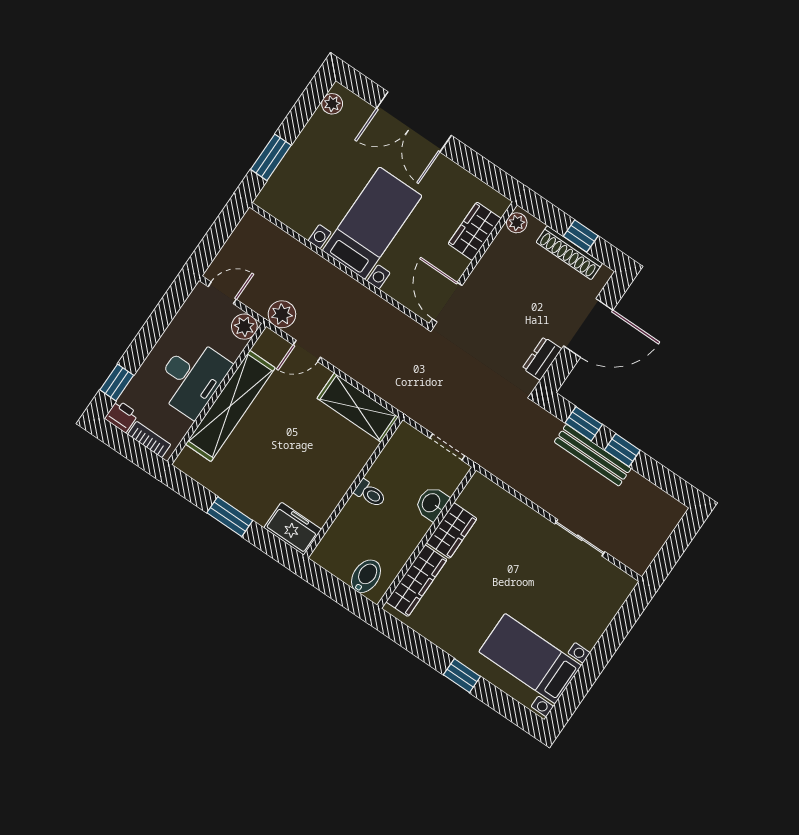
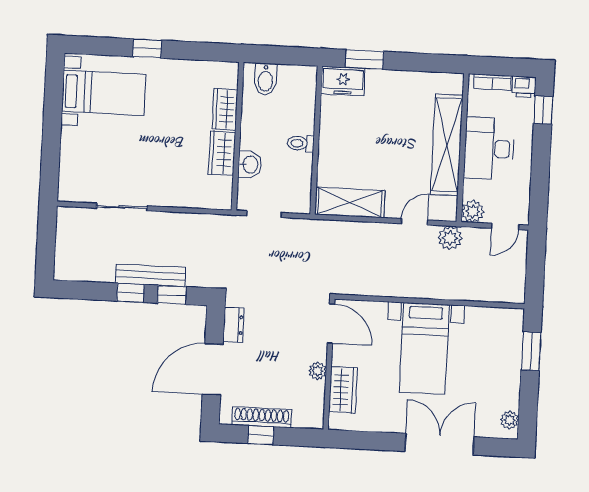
plant: (517, 223) -> (318, 371), moved
window: (230, 517) -> (364, 59), moved
wardrobe: (416, 581) -> (225, 109), width x0.67

